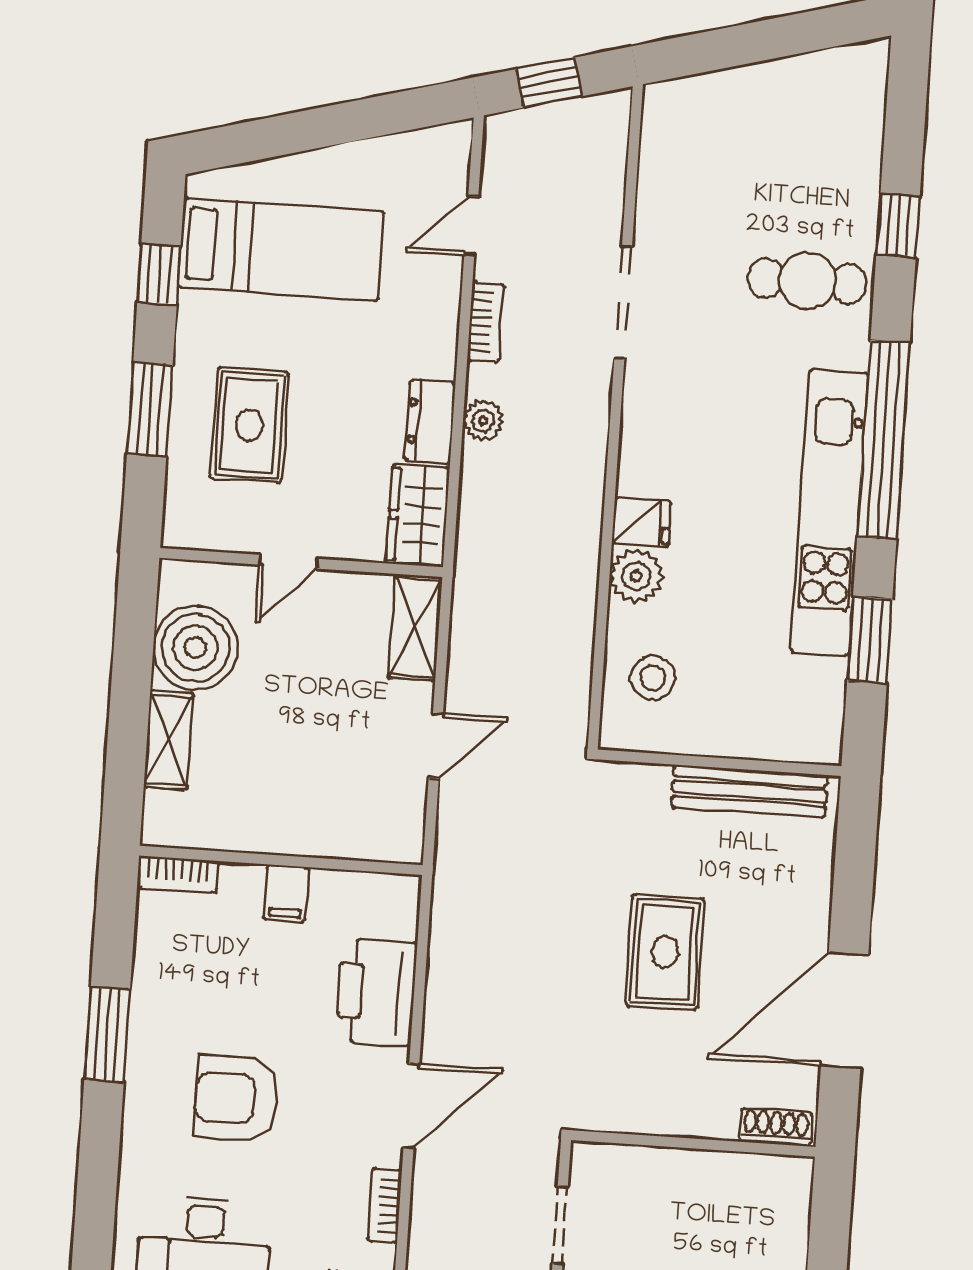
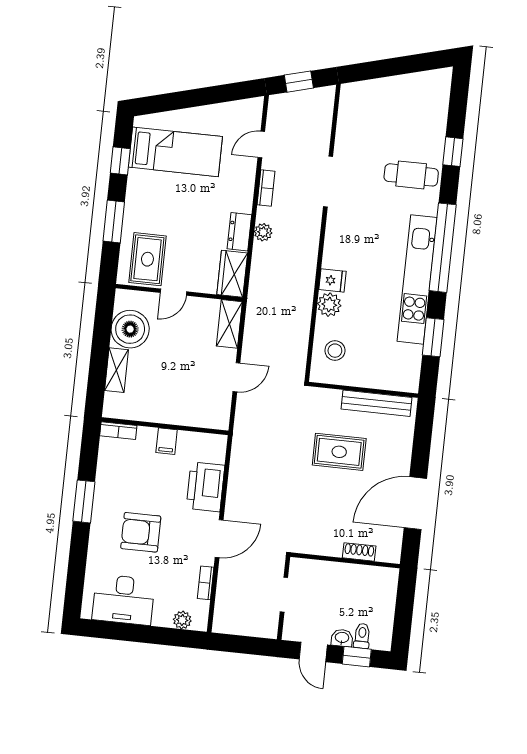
rug: (249, 425) -> (147, 259), moved
rug: (665, 952) -> (339, 452), moved, turned 90
shoe rack: (776, 1127) -> (359, 552), moved

